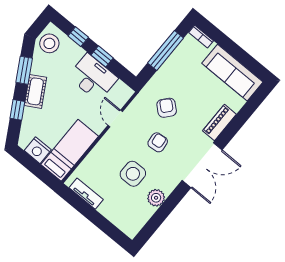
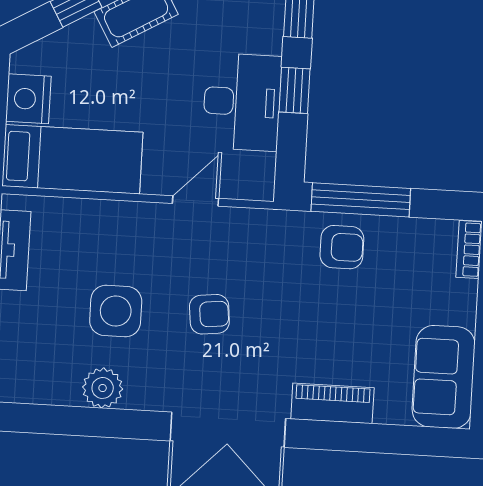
window: (166, 50) -> (361, 200), moved
sofa: (232, 73) -> (444, 377), width x0.73
armchair: (167, 108) -> (342, 247), moved, turned 49

